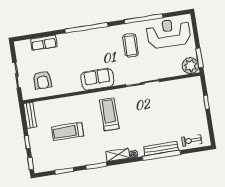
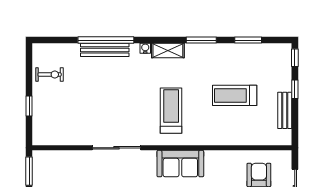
plant: (190, 66) -> (44, 162), removed
treadmill: (109, 114) -> (171, 111), turned 180
bench: (30, 115) -> (285, 110), moved
treadmill: (68, 132) -> (235, 95), turned 180
exercise bike: (192, 140) -> (50, 75), moved

